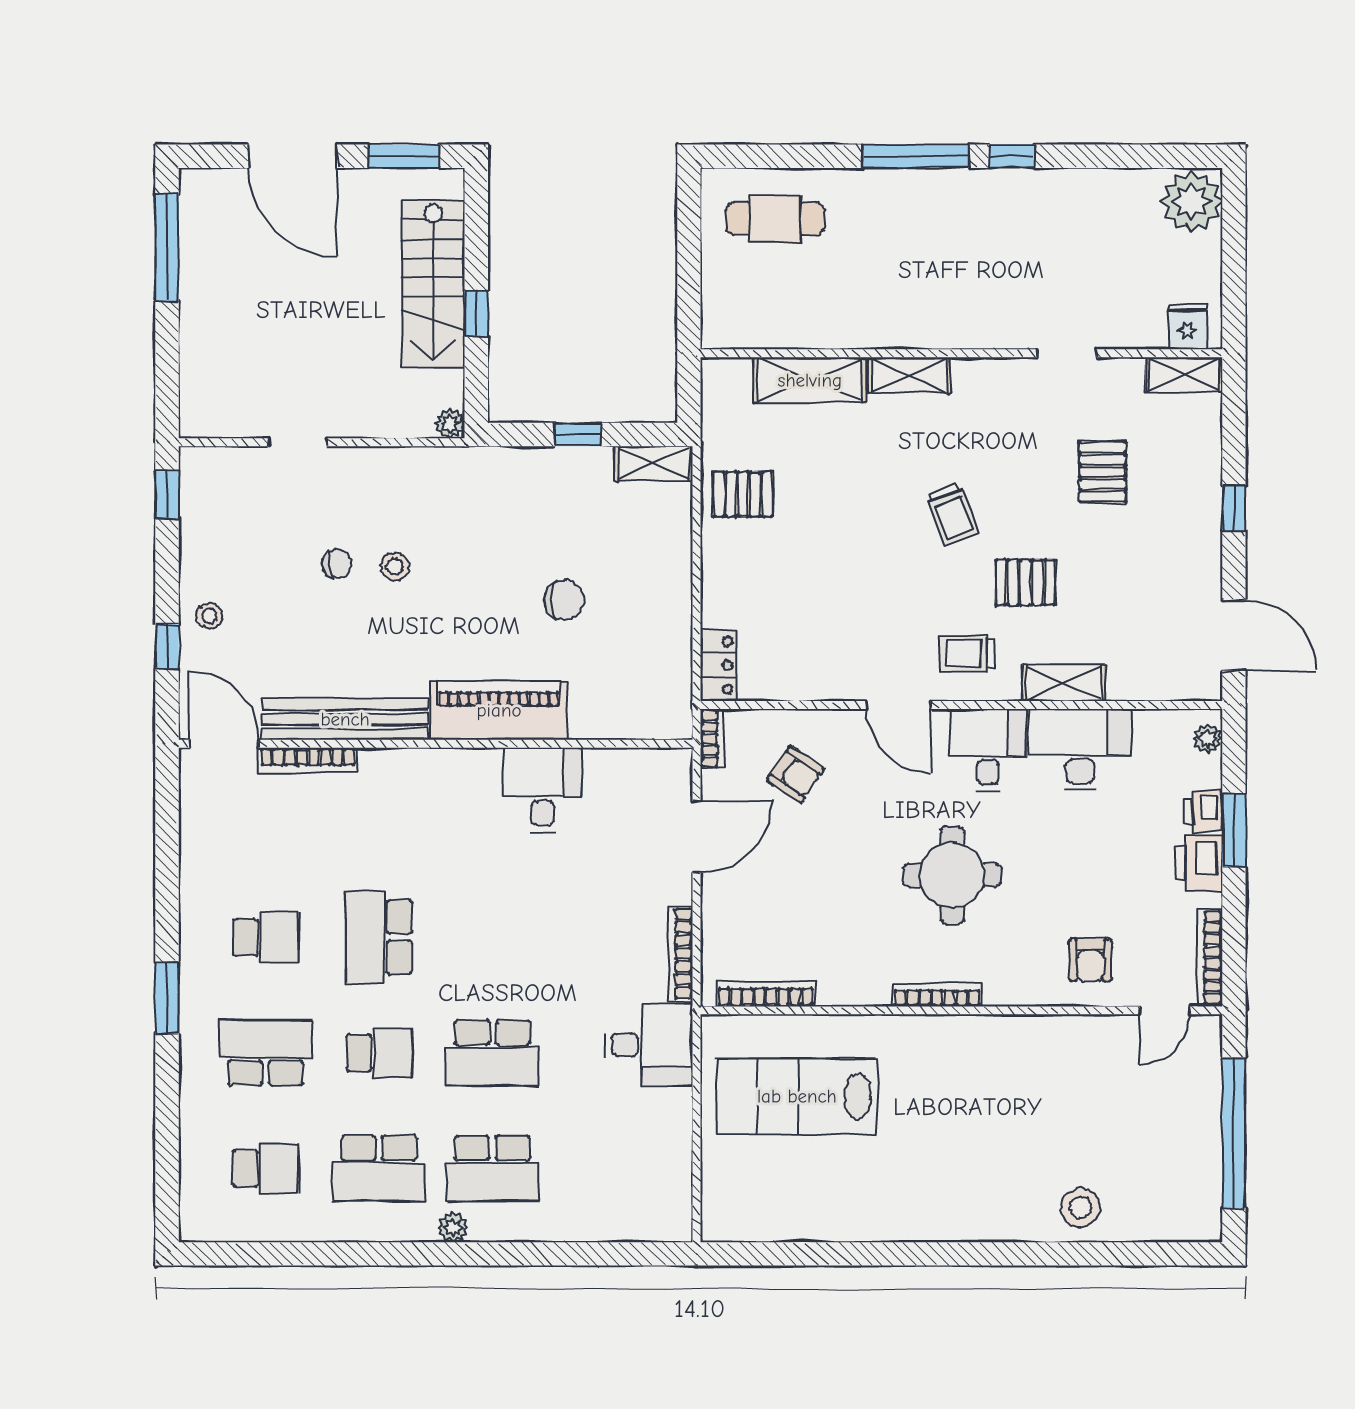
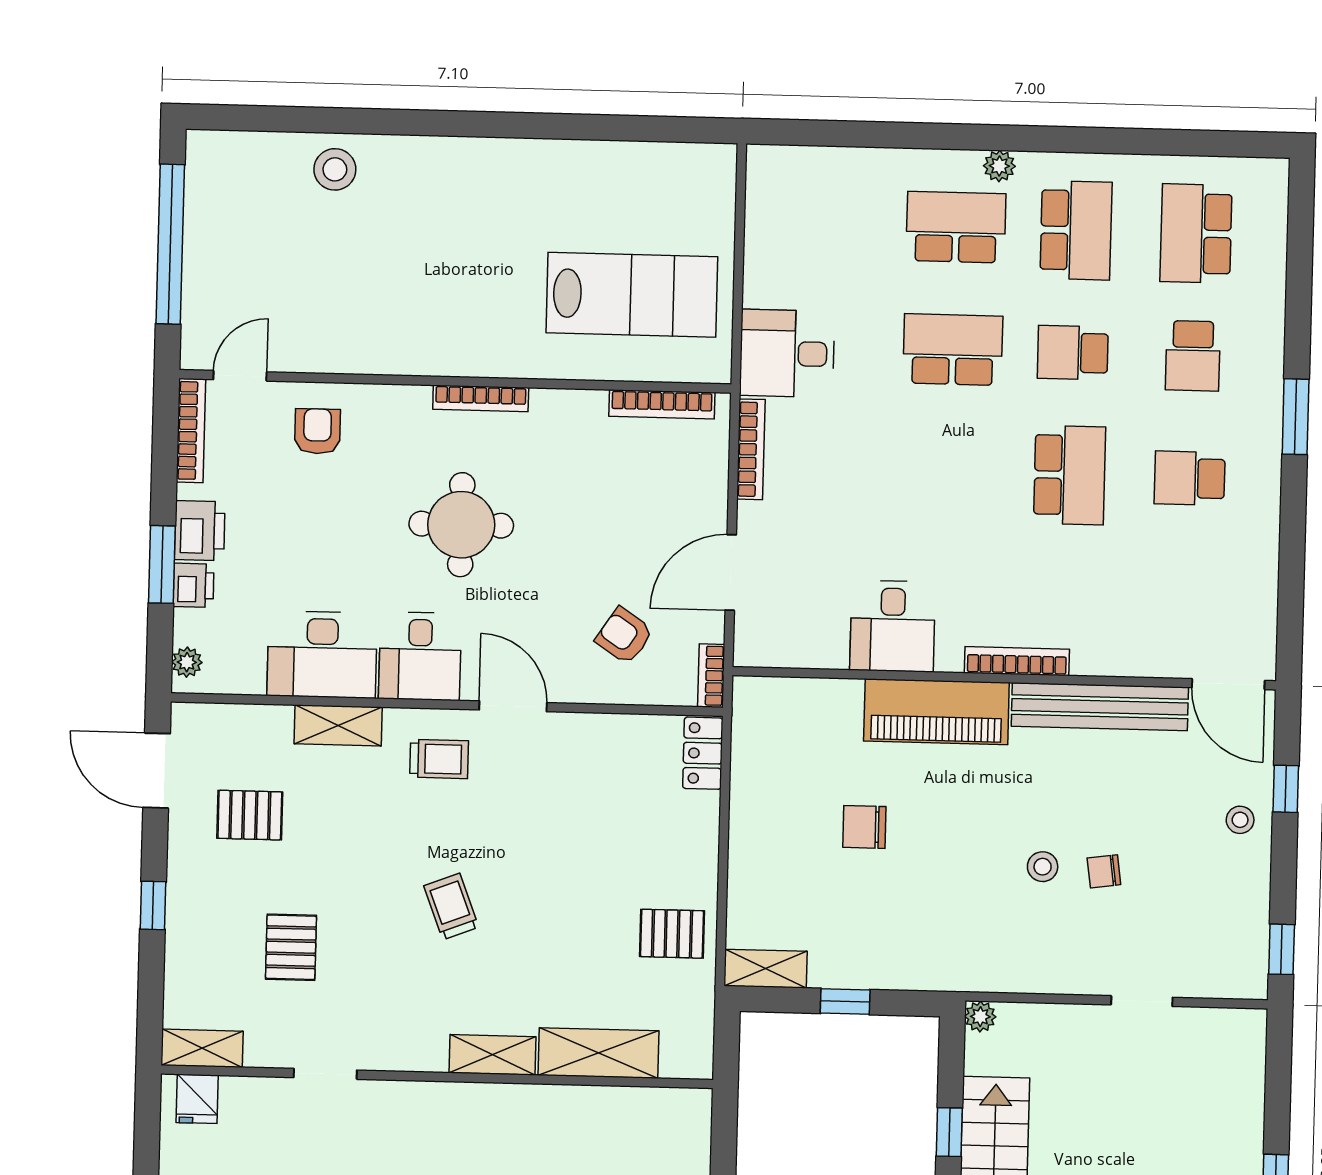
pallet: (1025, 583) -> (250, 815), moved
bookcase: (308, 760) -> (1017, 661), moved
school desk: (266, 1053) -> (1193, 356), width x0.54
school desk: (266, 1168) -> (1196, 233), width x1.85
school desk: (379, 1168) -> (1076, 230), turned 90

